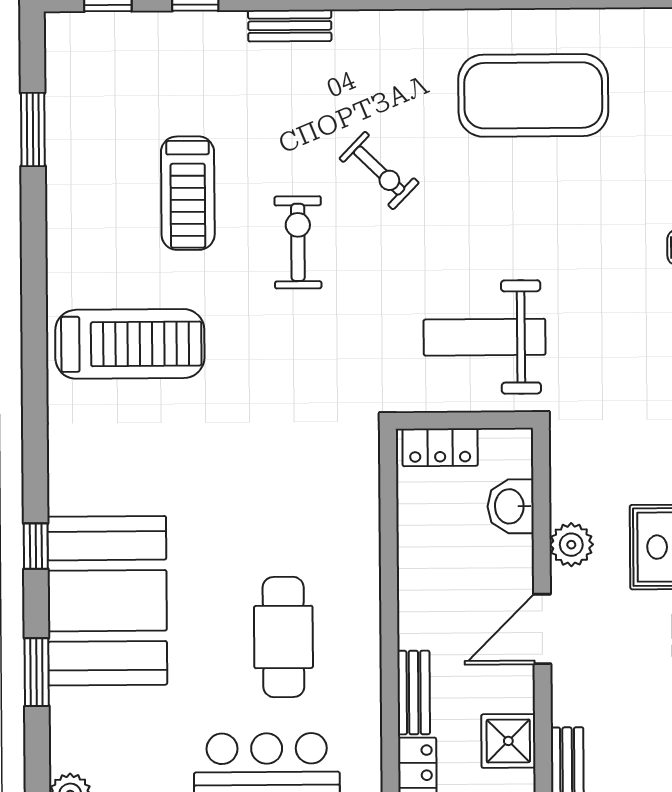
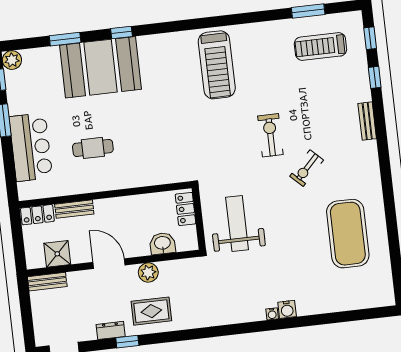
treadmill: (188, 193) -> (320, 47), moved
exercise bike: (298, 242) -> (270, 135), turned -90
cafe table: (283, 637) -> (93, 148), width x0.73, depth x0.74

